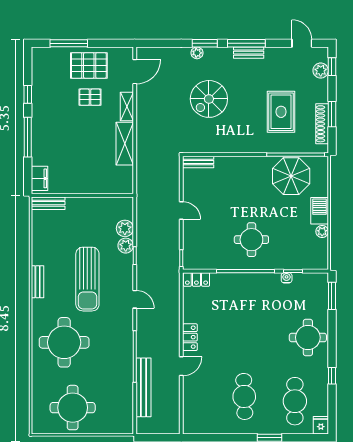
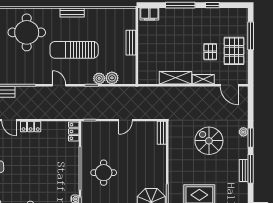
bench: (48, 203) -> (131, 43), moved
door: (135, 299) -> (59, 85), swing flipped

